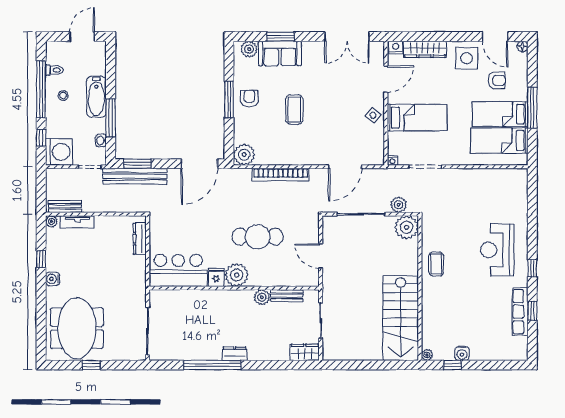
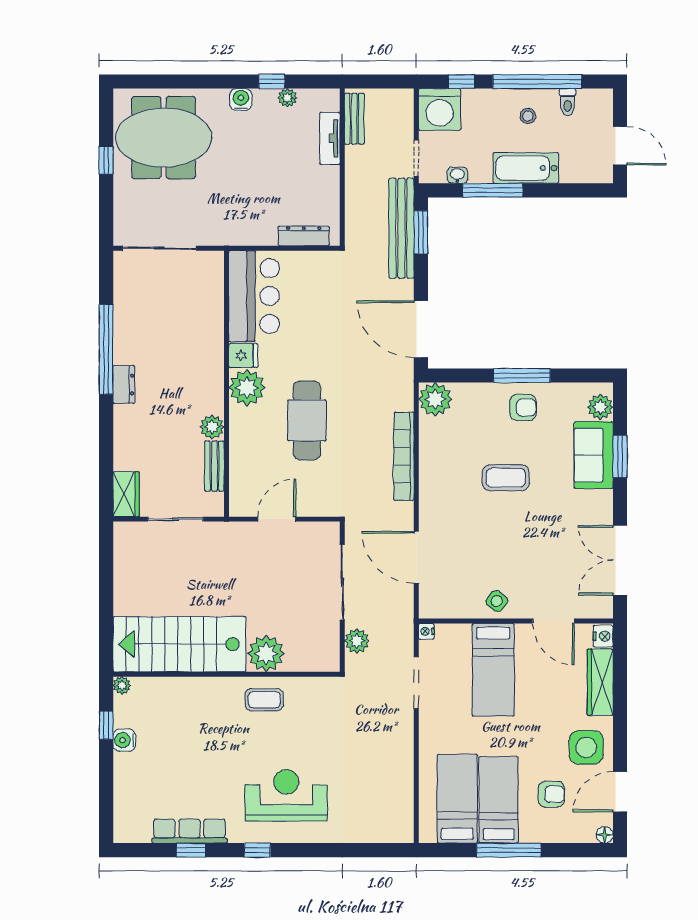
armchair: (497, 80) -> (551, 794), turned -90
plant: (51, 222) -> (287, 98), moved
plant: (407, 227) -> (266, 653), moved

